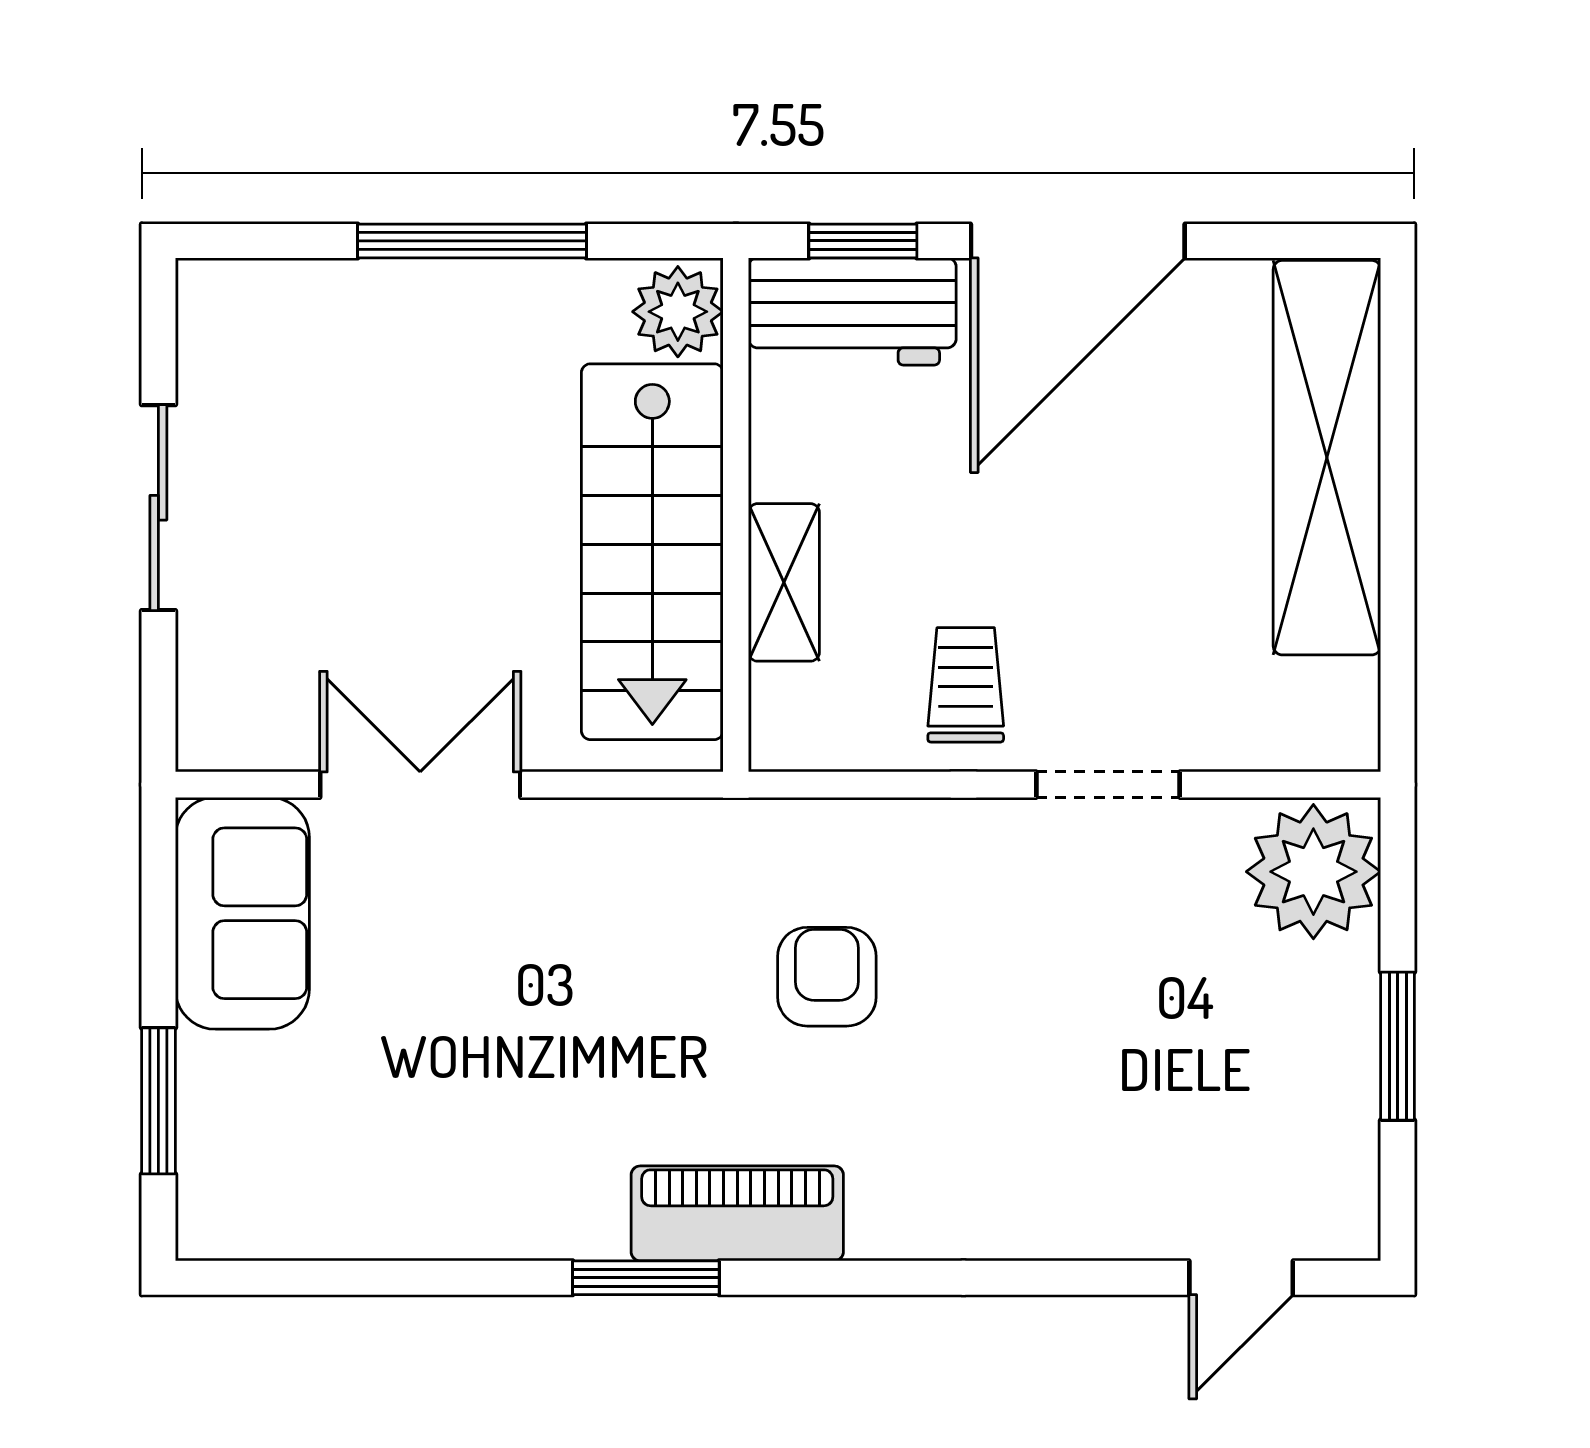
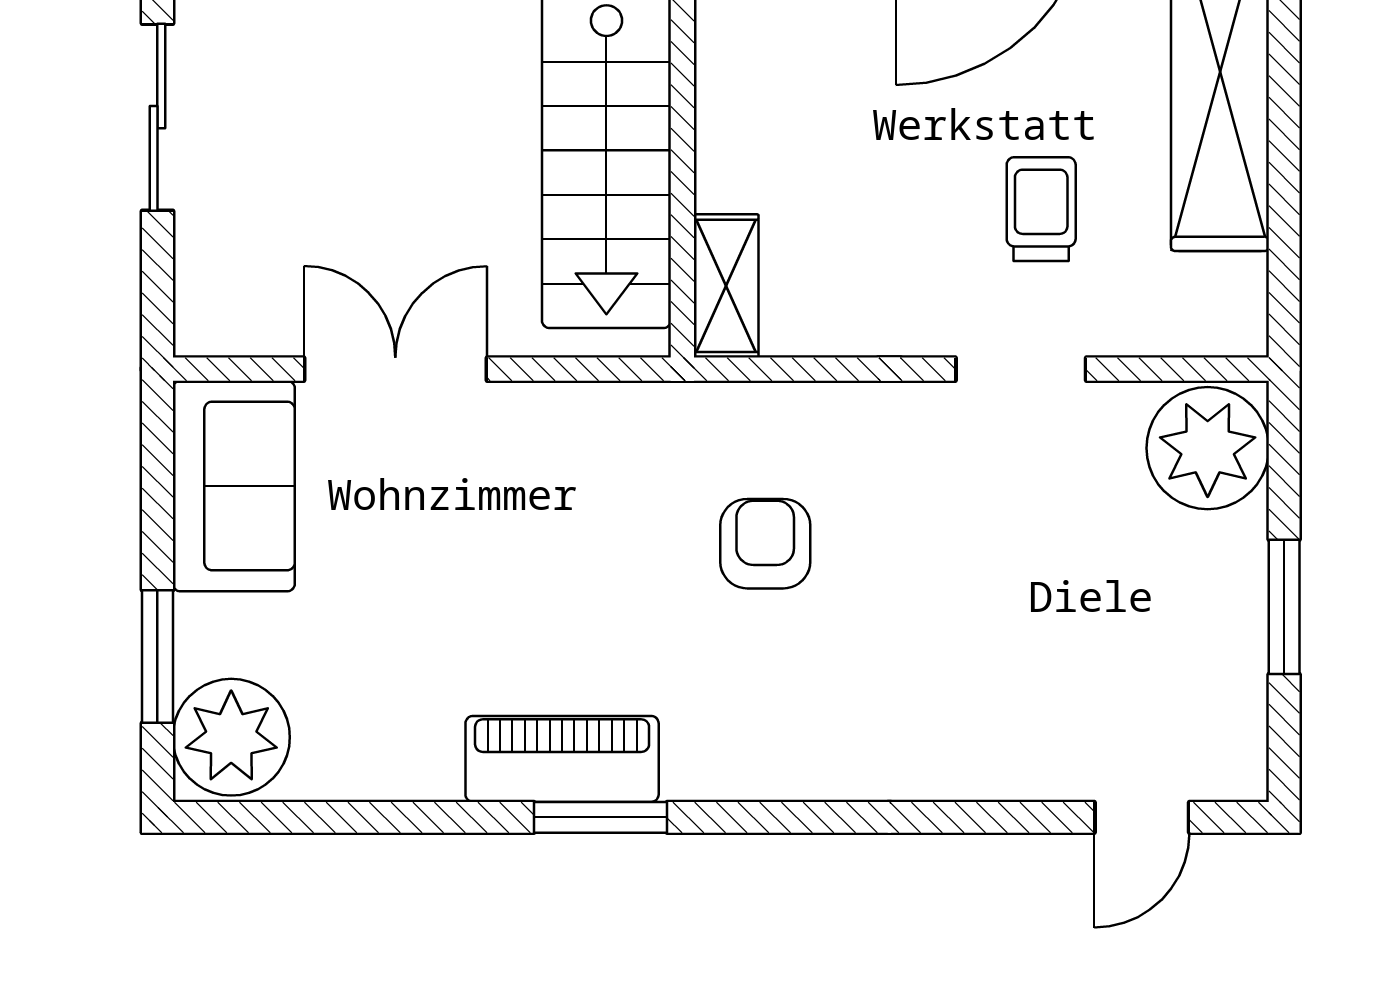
shelving: (784, 582) -> (726, 286), moved
trolley: (966, 685) -> (1041, 209), moved
plant: (240, 1190) -> (231, 737), added
piano: (737, 1213) -> (562, 759), moved

